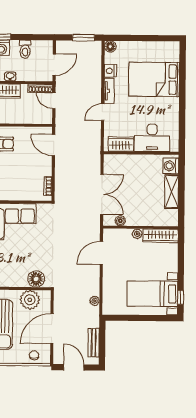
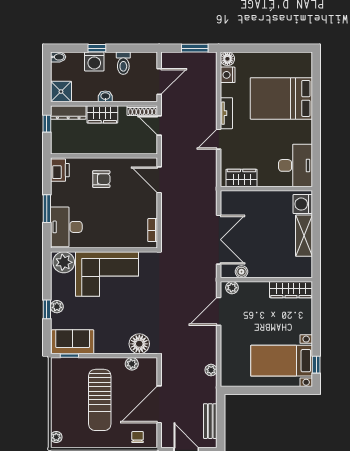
nightstand: (110, 71) -> (228, 75), moved
desk: (152, 138) -> (295, 165), moved, turned -90
plant: (137, 234) -> (232, 288), moved
plant: (30, 300) -> (132, 364), width x0.53, depth x0.53

